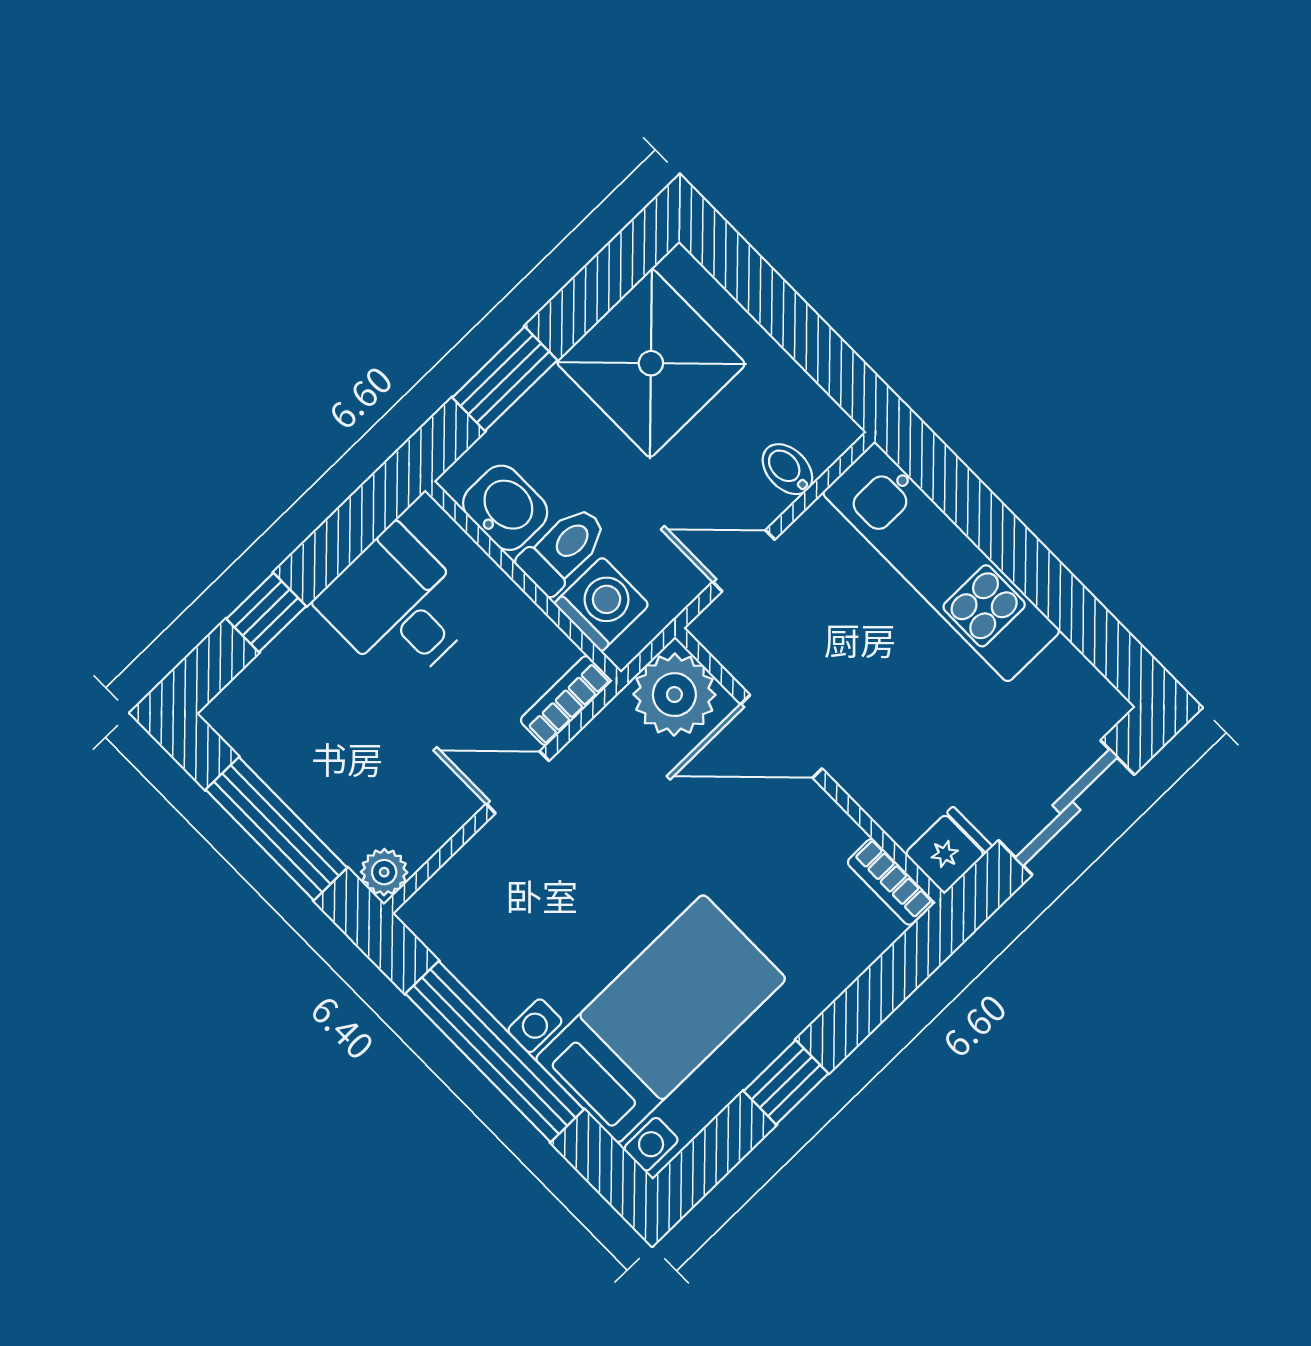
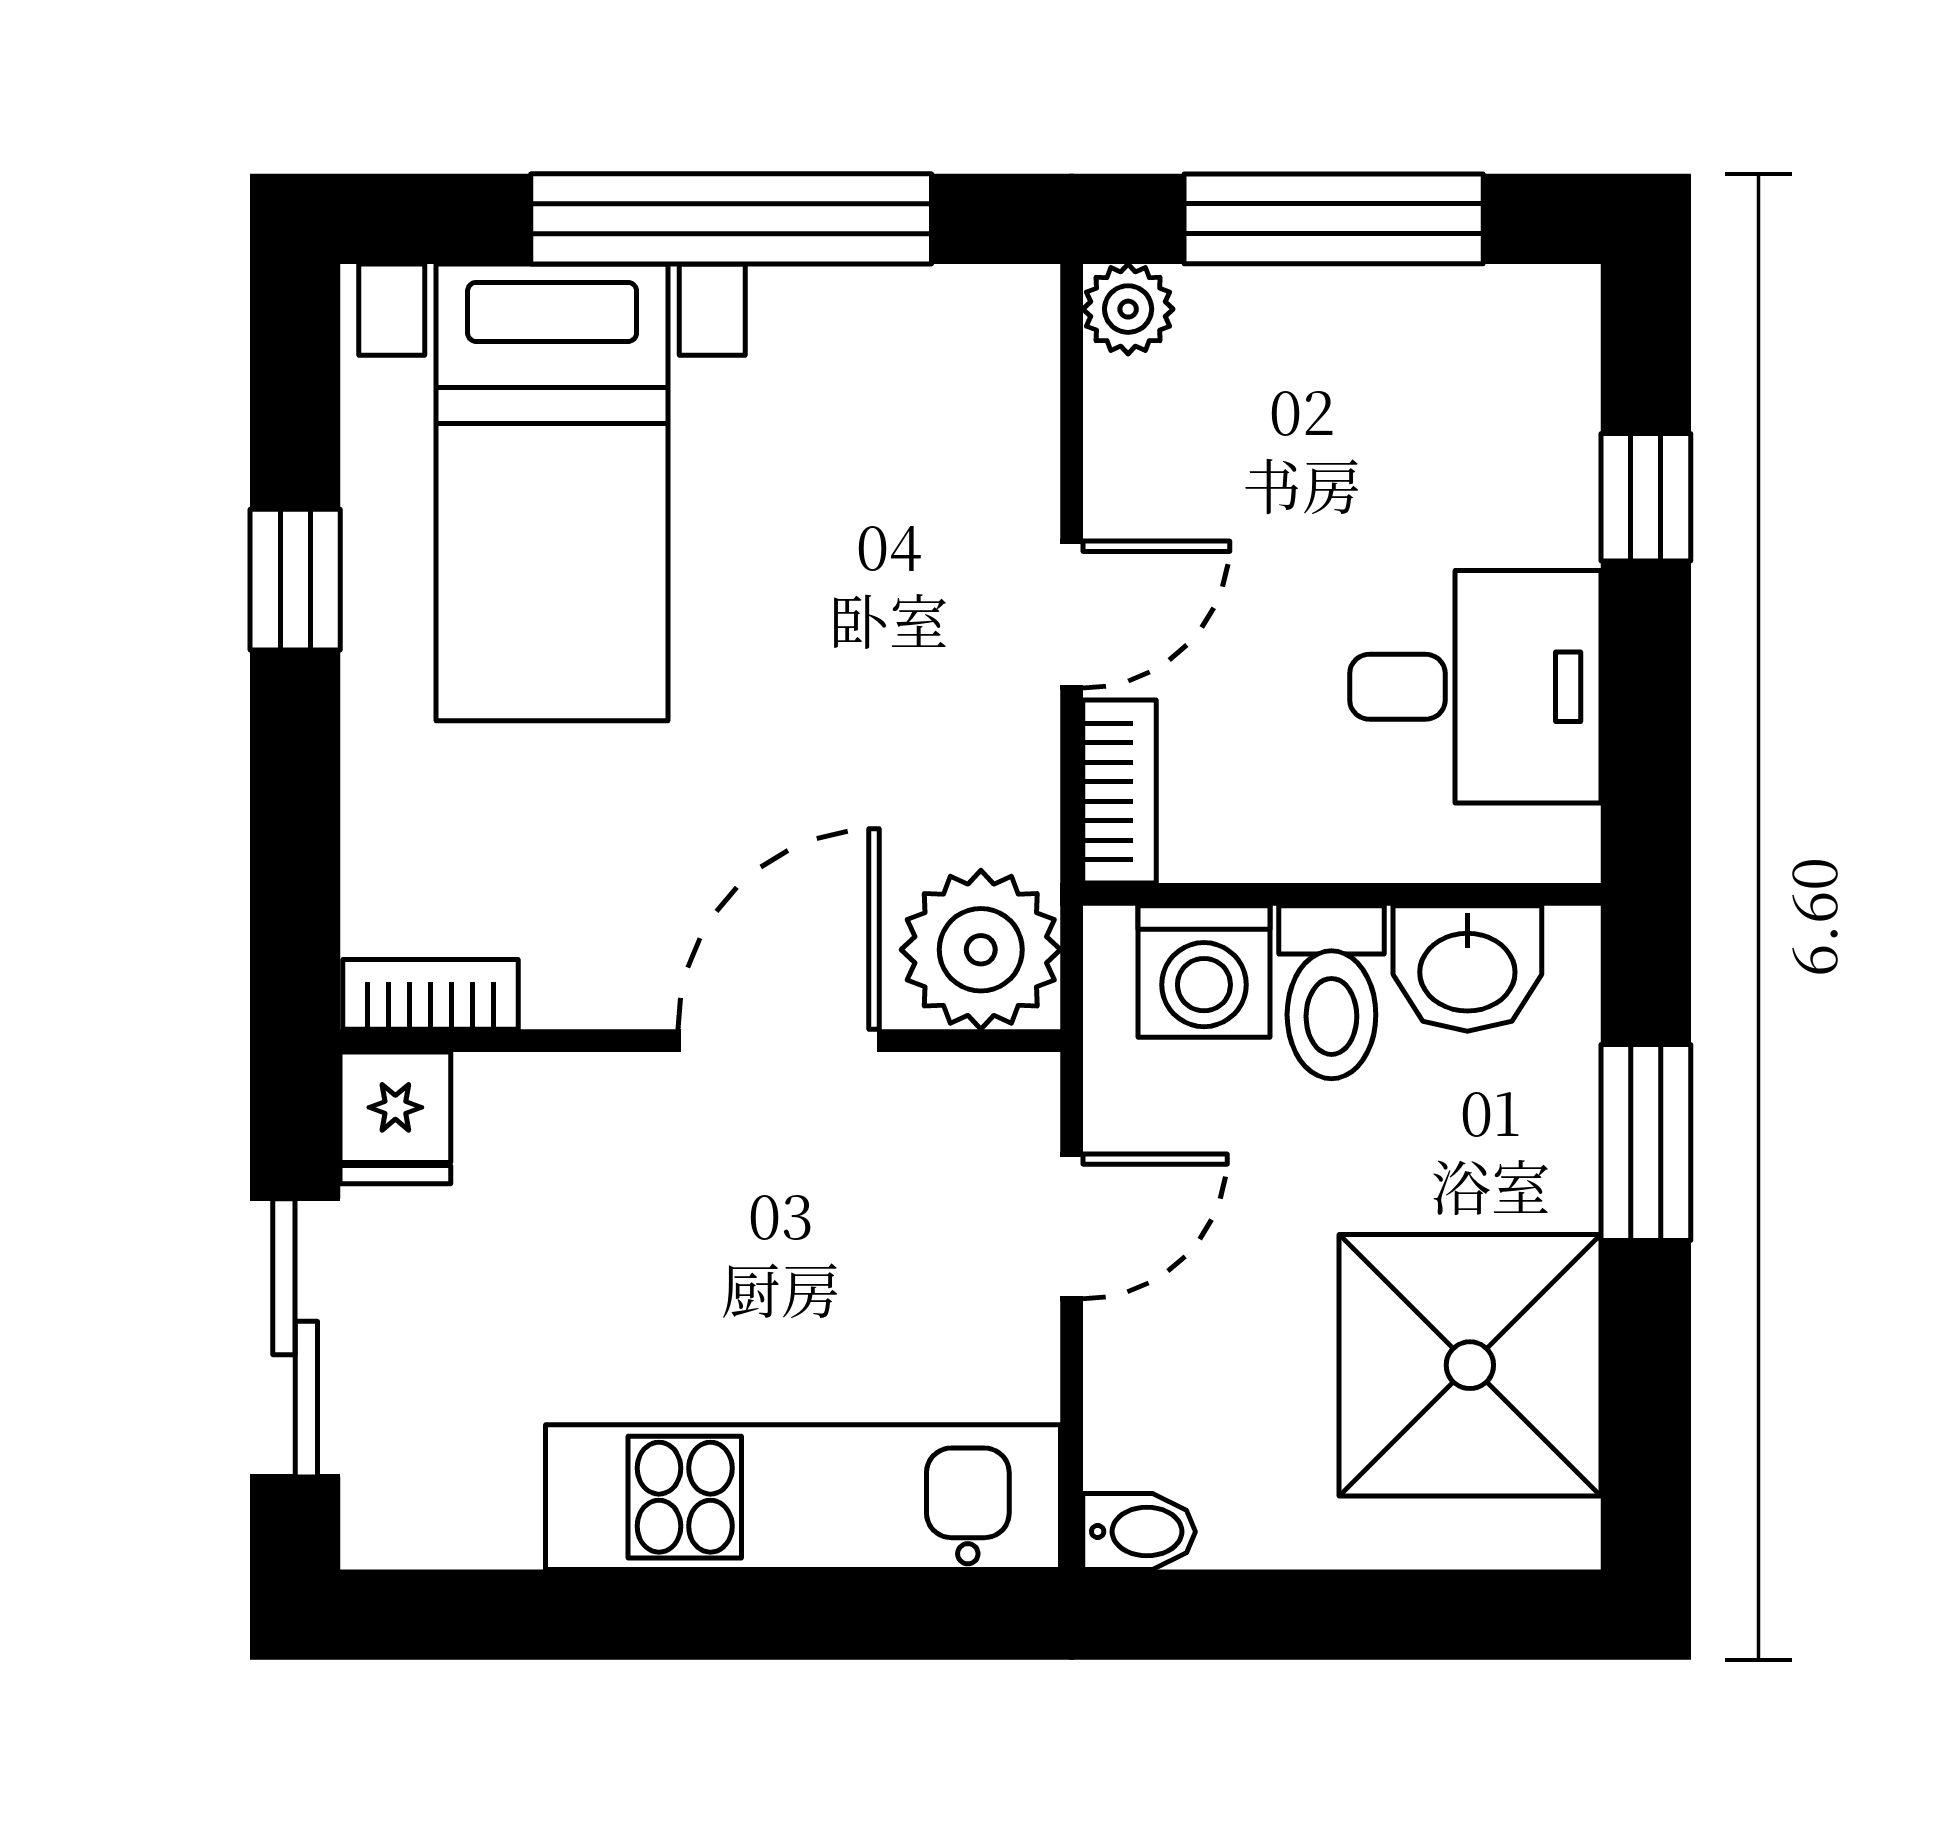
bidet: (787, 469) -> (1139, 1532), moved

